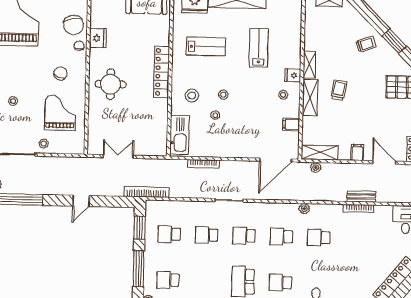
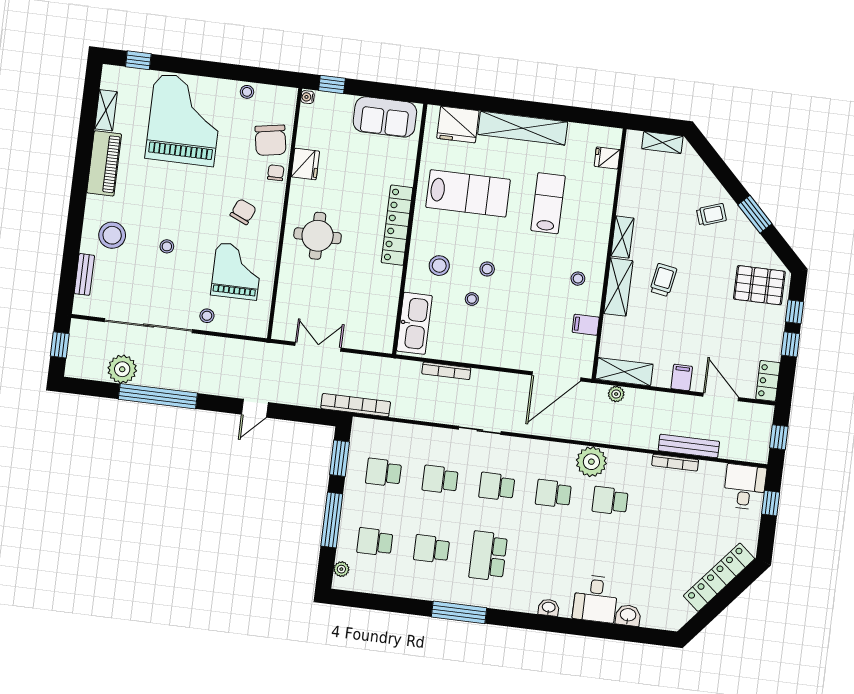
lab bench: (206, 47) -> (468, 193), width x1.36, depth x1.39
fridge: (293, 75) -> (607, 158), moved
bench: (361, 197) -> (689, 446), width x1.36
plant: (304, 209) -> (591, 462), width x1.87, depth x1.87
school desk: (280, 283) -> (432, 549), moved

